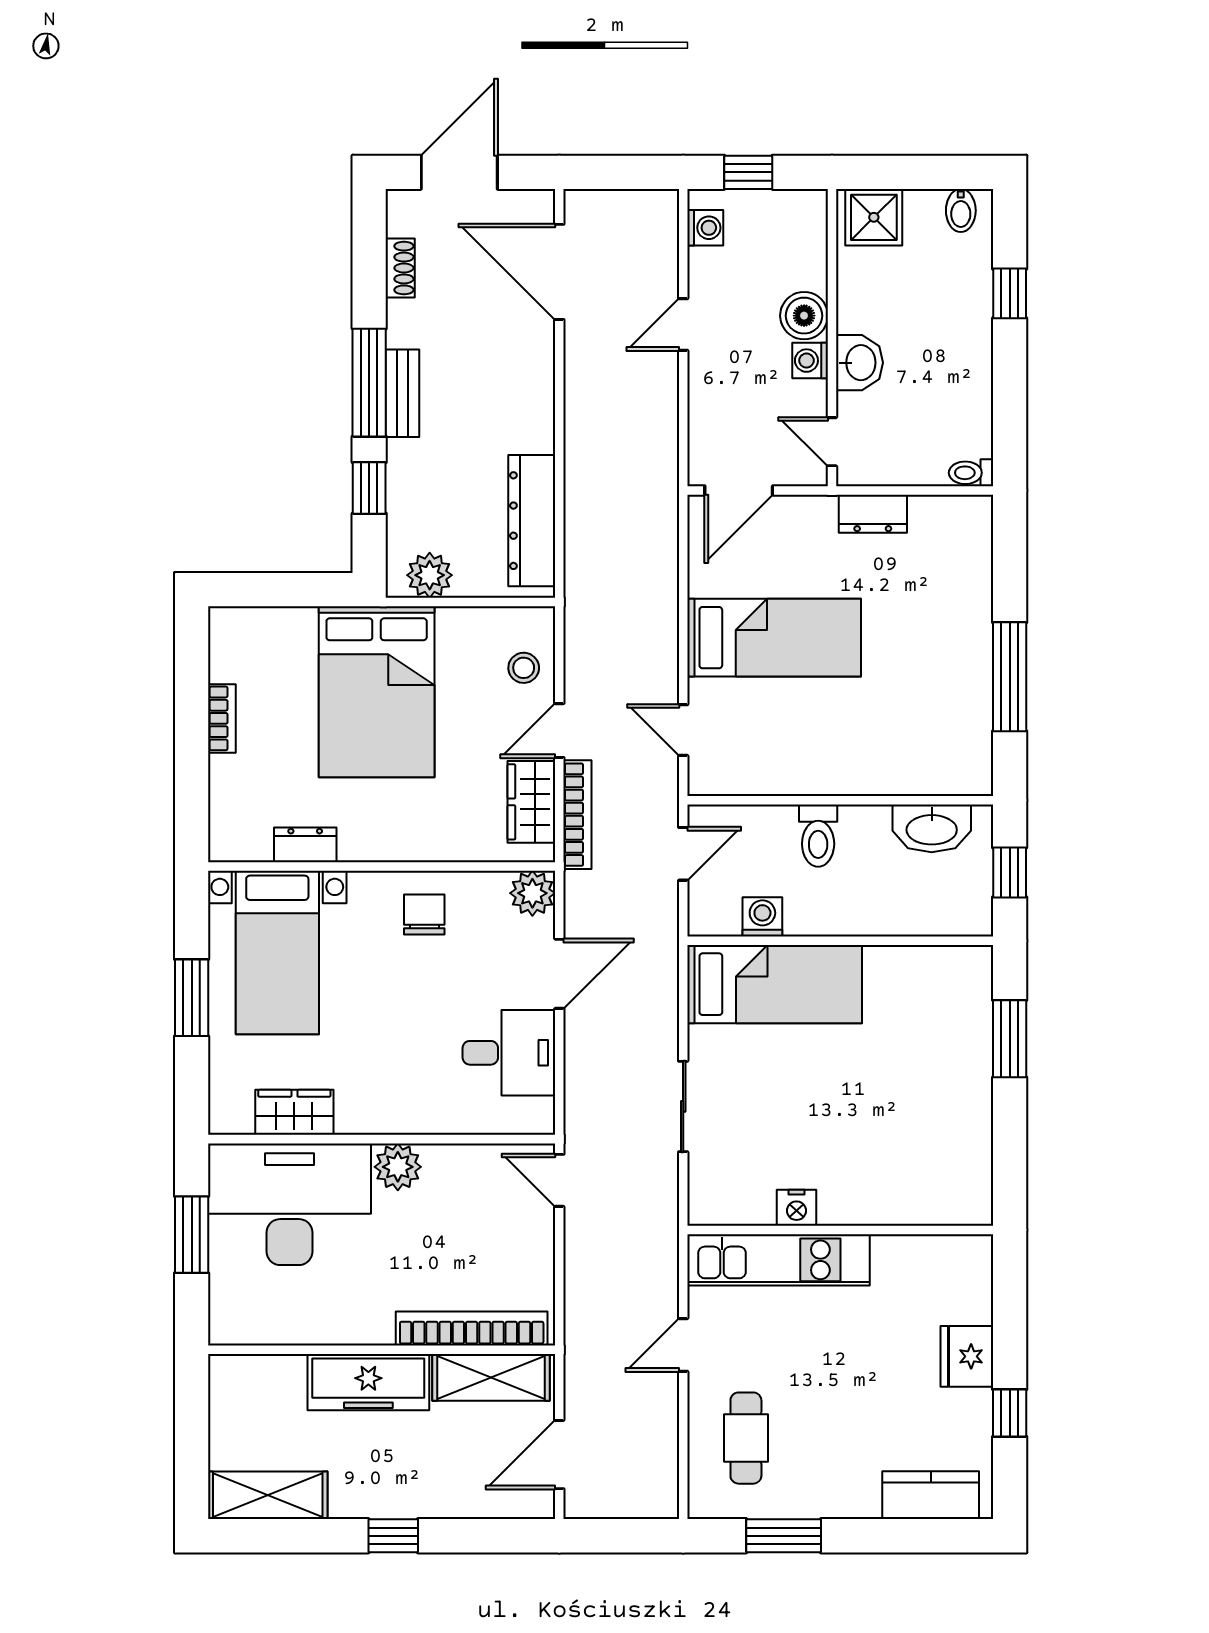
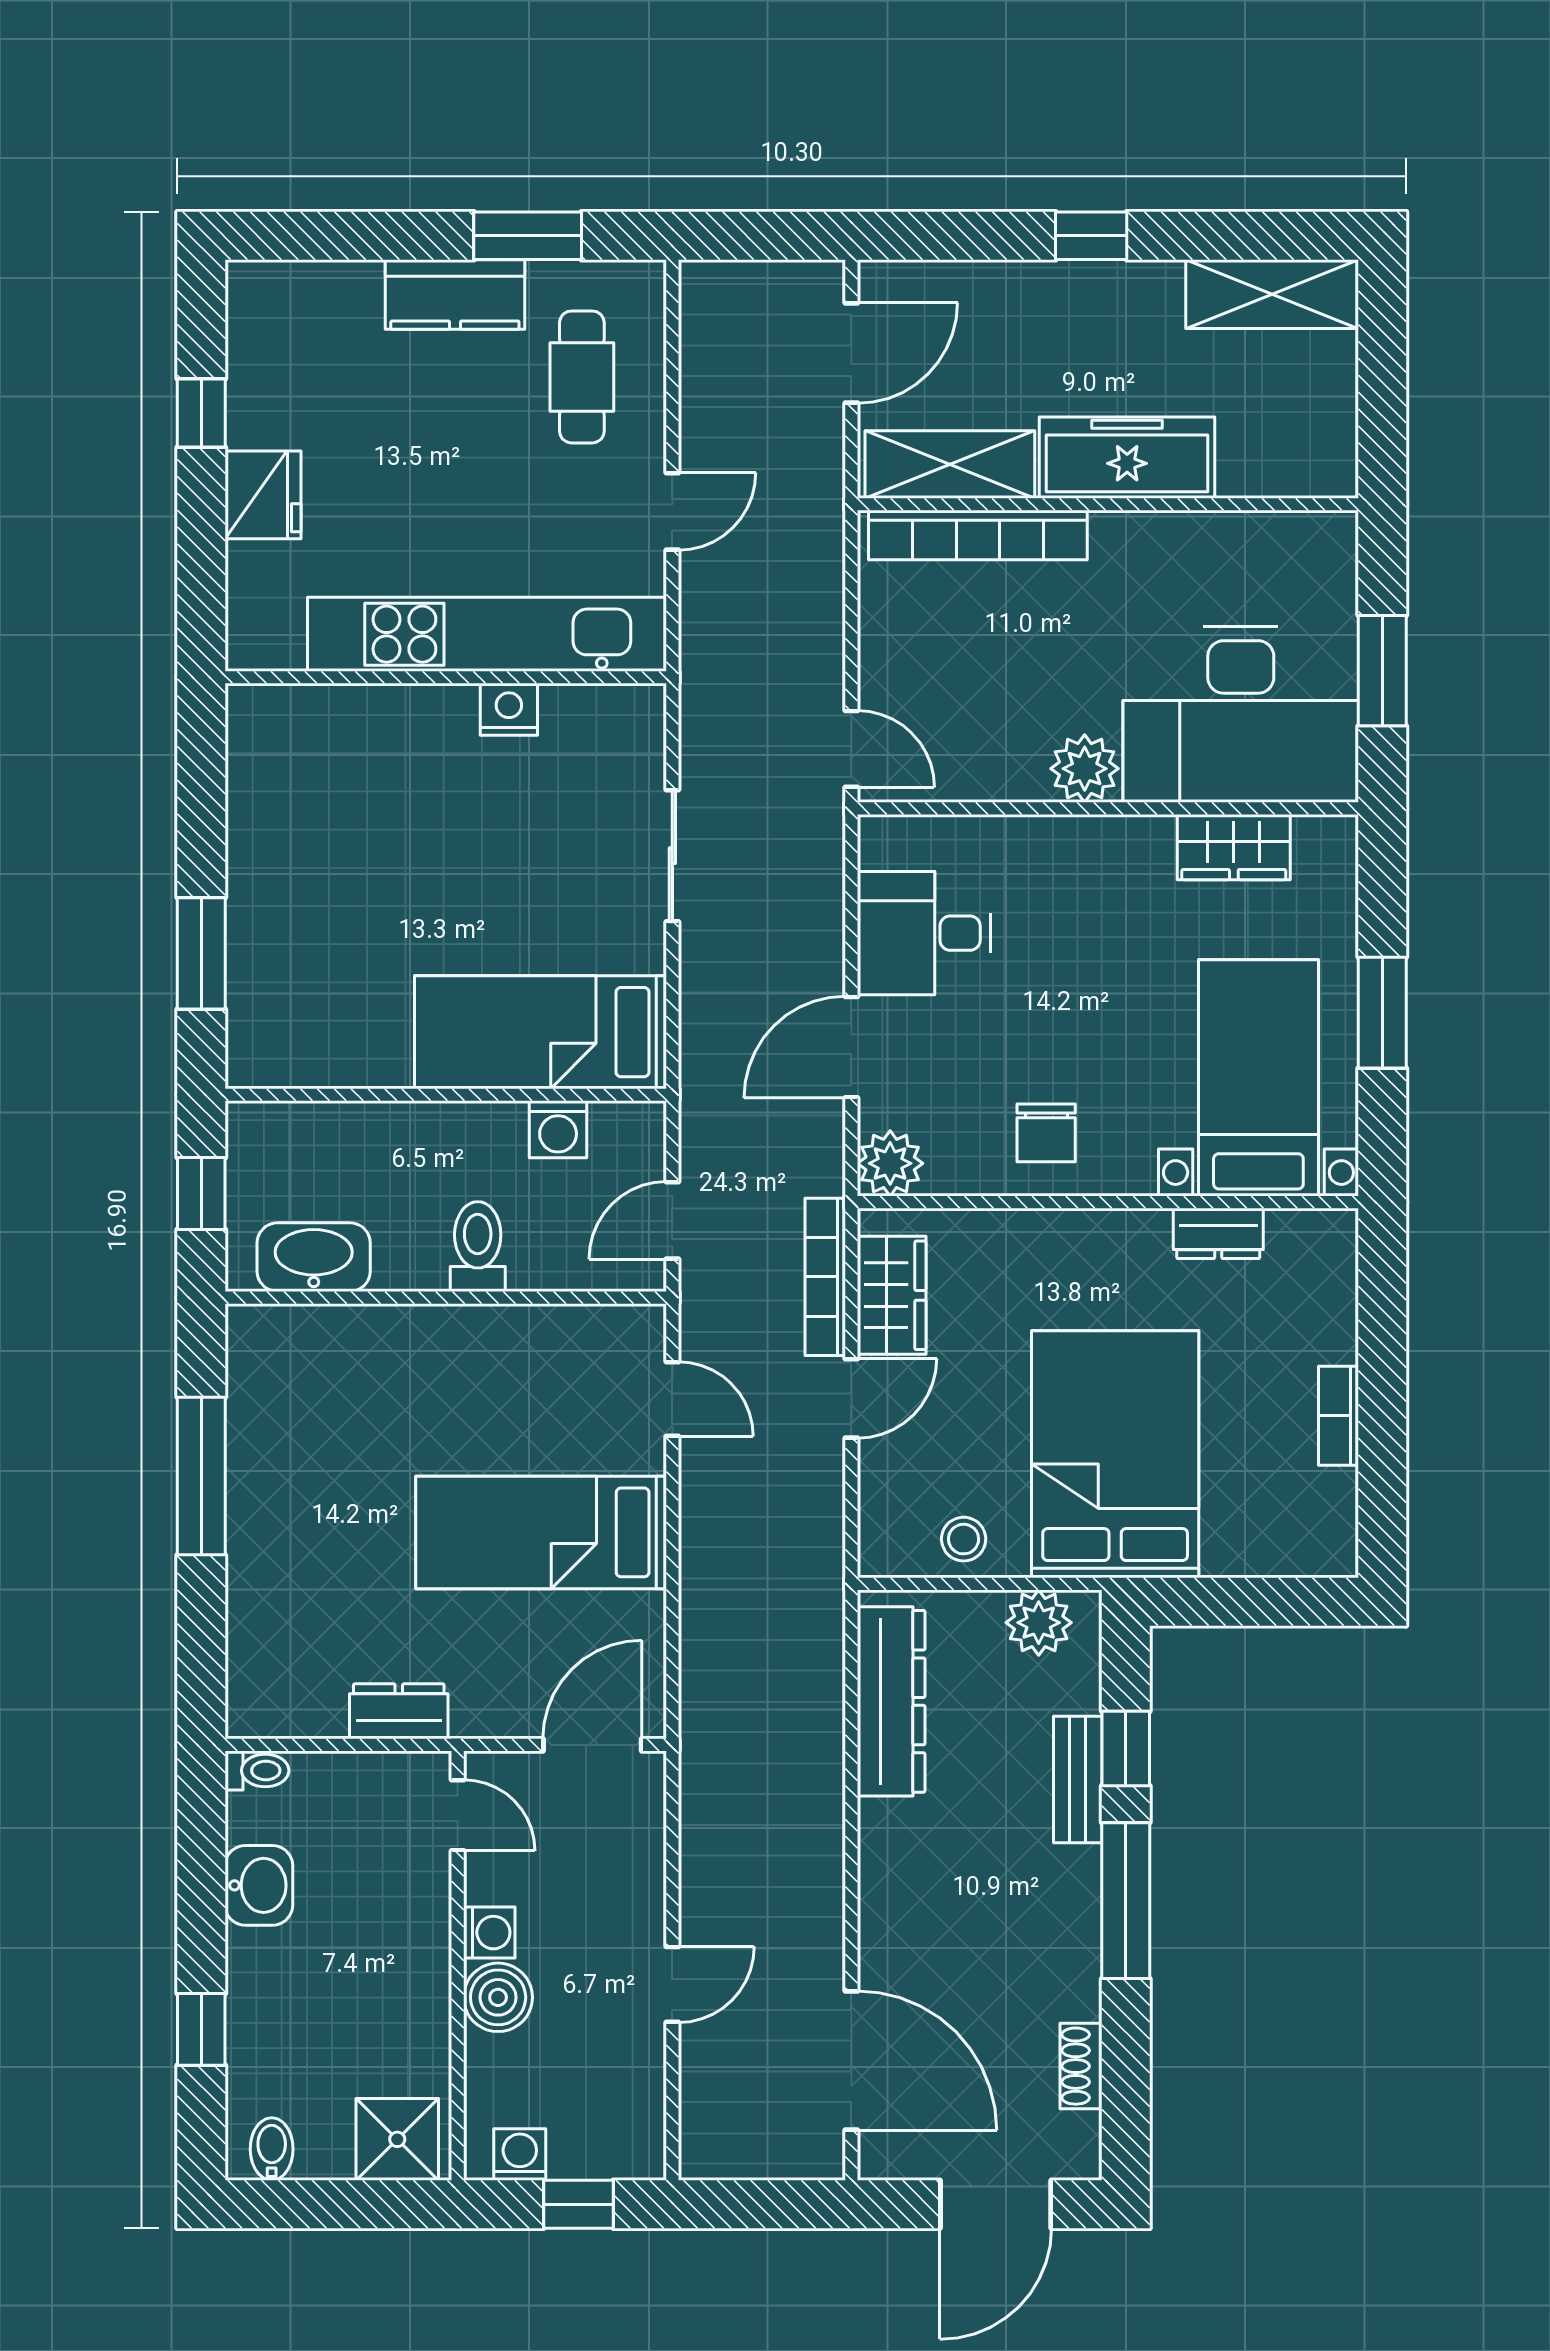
washing machine: (705, 228) -> (520, 2155), moved, turned 90
washbasin: (860, 363) -> (259, 1885), moved, turned 180
bench: (402, 393) -> (1078, 1779), moved
stool: (524, 668) -> (964, 1539), moved
kitchen unit: (779, 1260) -> (487, 634), width x1.36
kitchen counter: (931, 1495) -> (455, 294), moved

